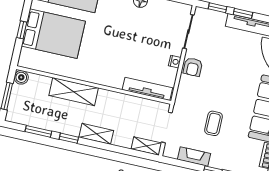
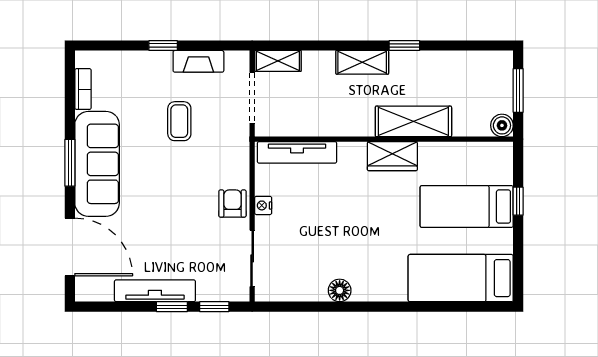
bed: (53, 34) -> (467, 206), width x0.67
wardrobe: (91, 74) -> (392, 156), added
window: (38, 131) -> (455, 46), removed

